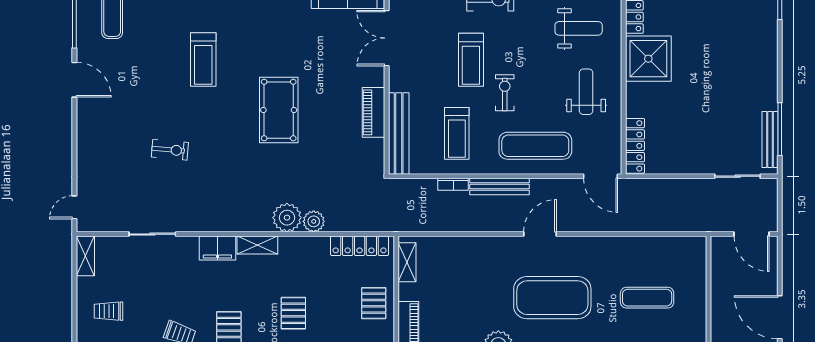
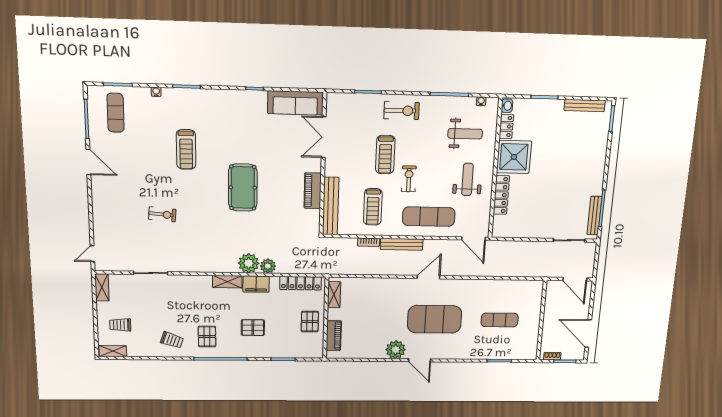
locker: (635, 146) -> (501, 195), moved
filing cabinet: (217, 248) -> (256, 284), moved
pallet: (293, 313) -> (253, 328), turned 90

